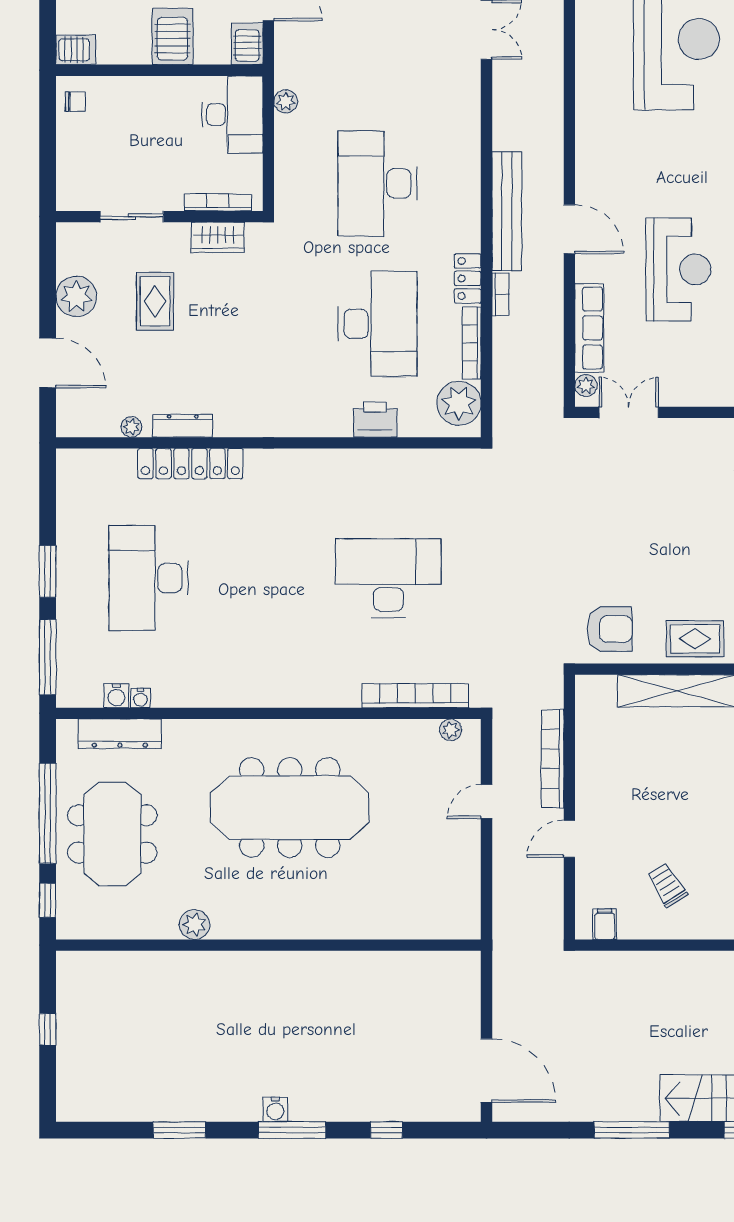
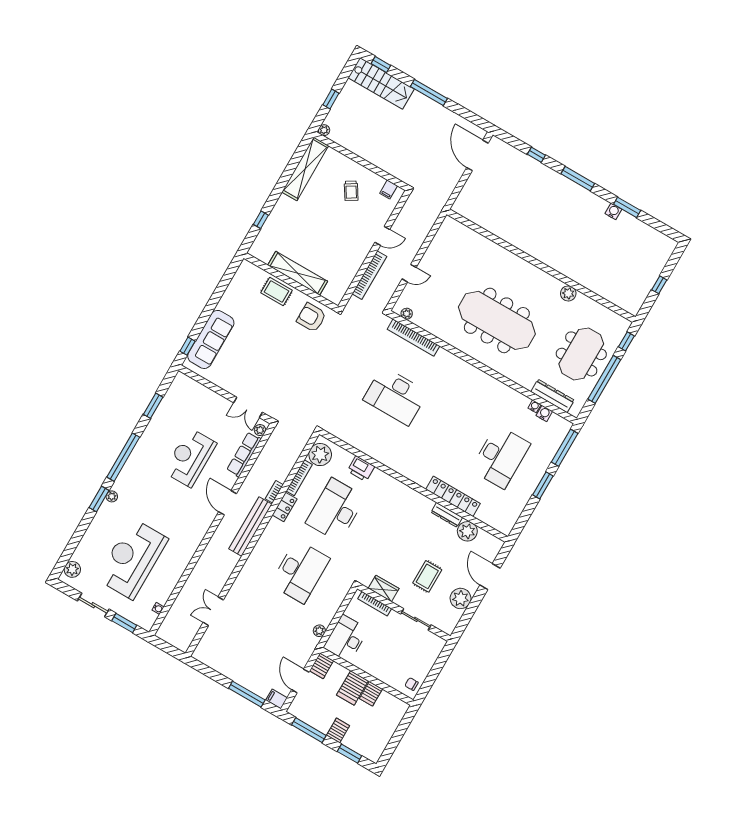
server rack: (76, 50) -> (371, 694), moved, turned -90
plant: (131, 427) -> (467, 531), width x1.88, depth x1.88
water cooler: (275, 1109) -> (613, 211), moved

